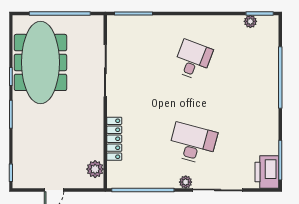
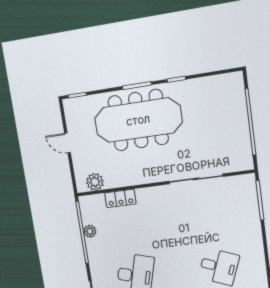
meeting table: (40, 62) -> (138, 120), moved
locker: (114, 139) -> (120, 198), width x0.66
plant: (186, 182) -> (90, 231), moved

